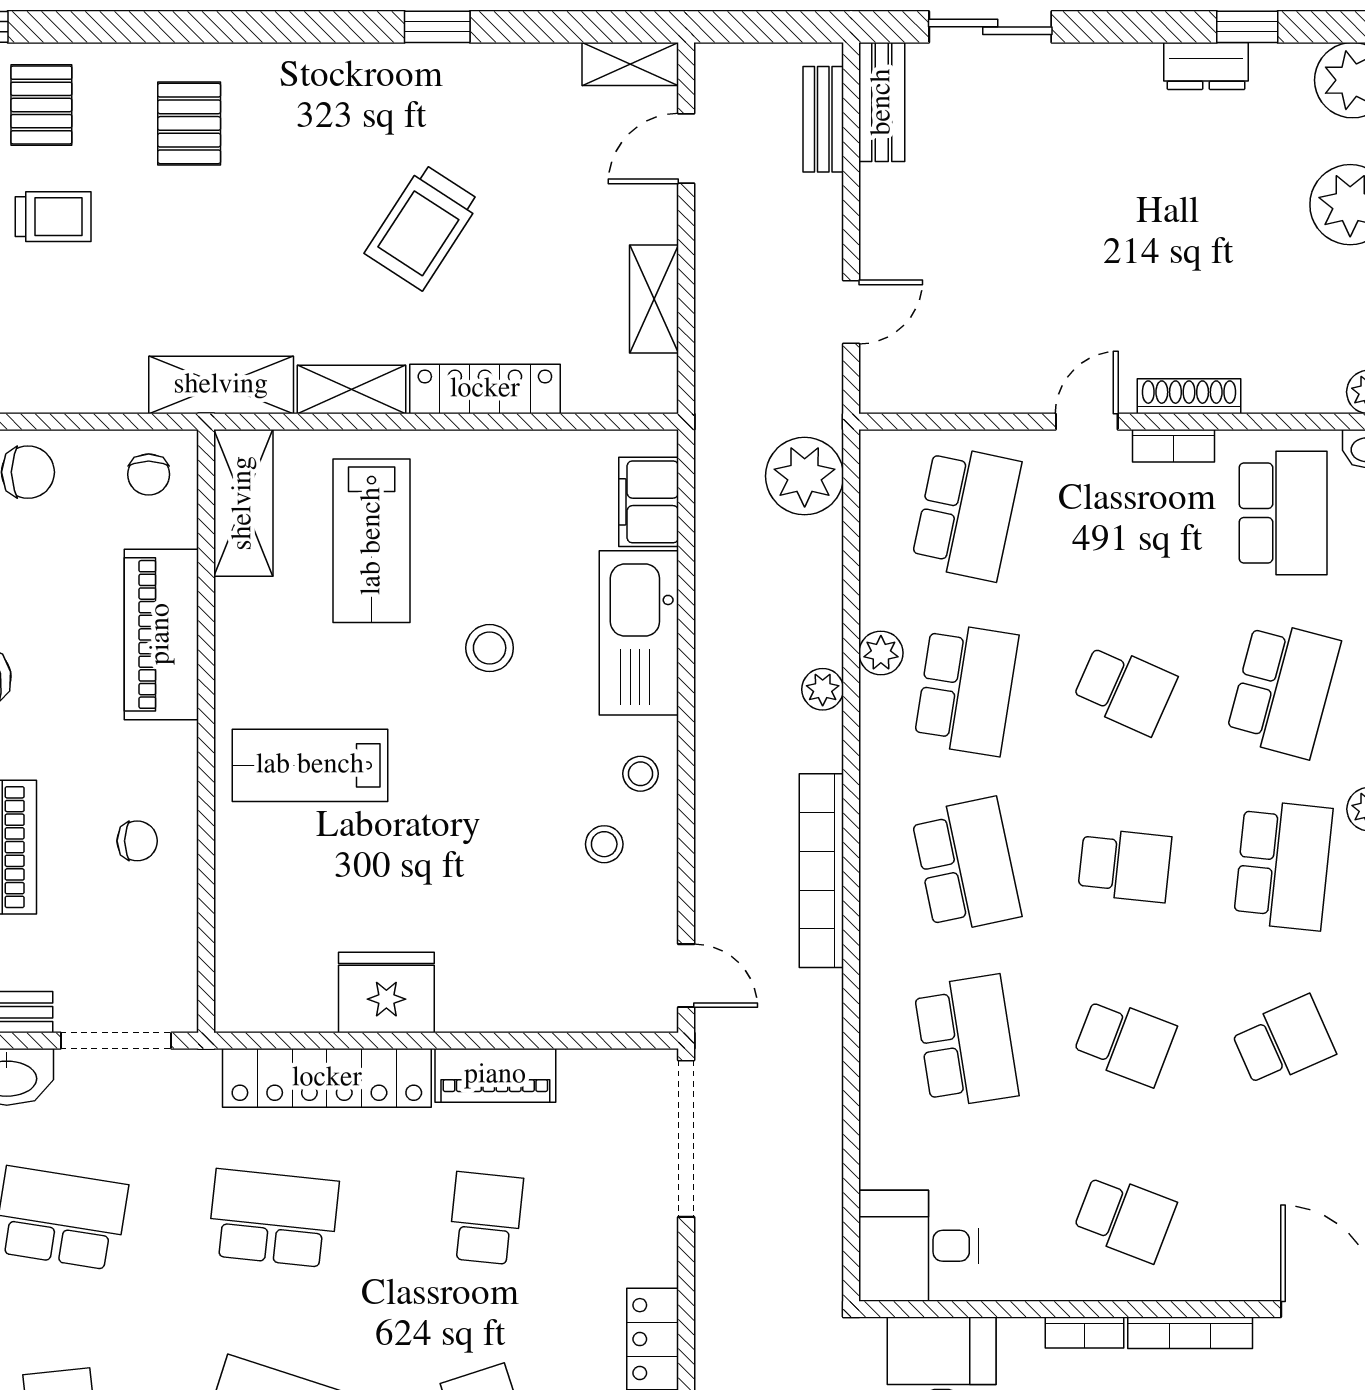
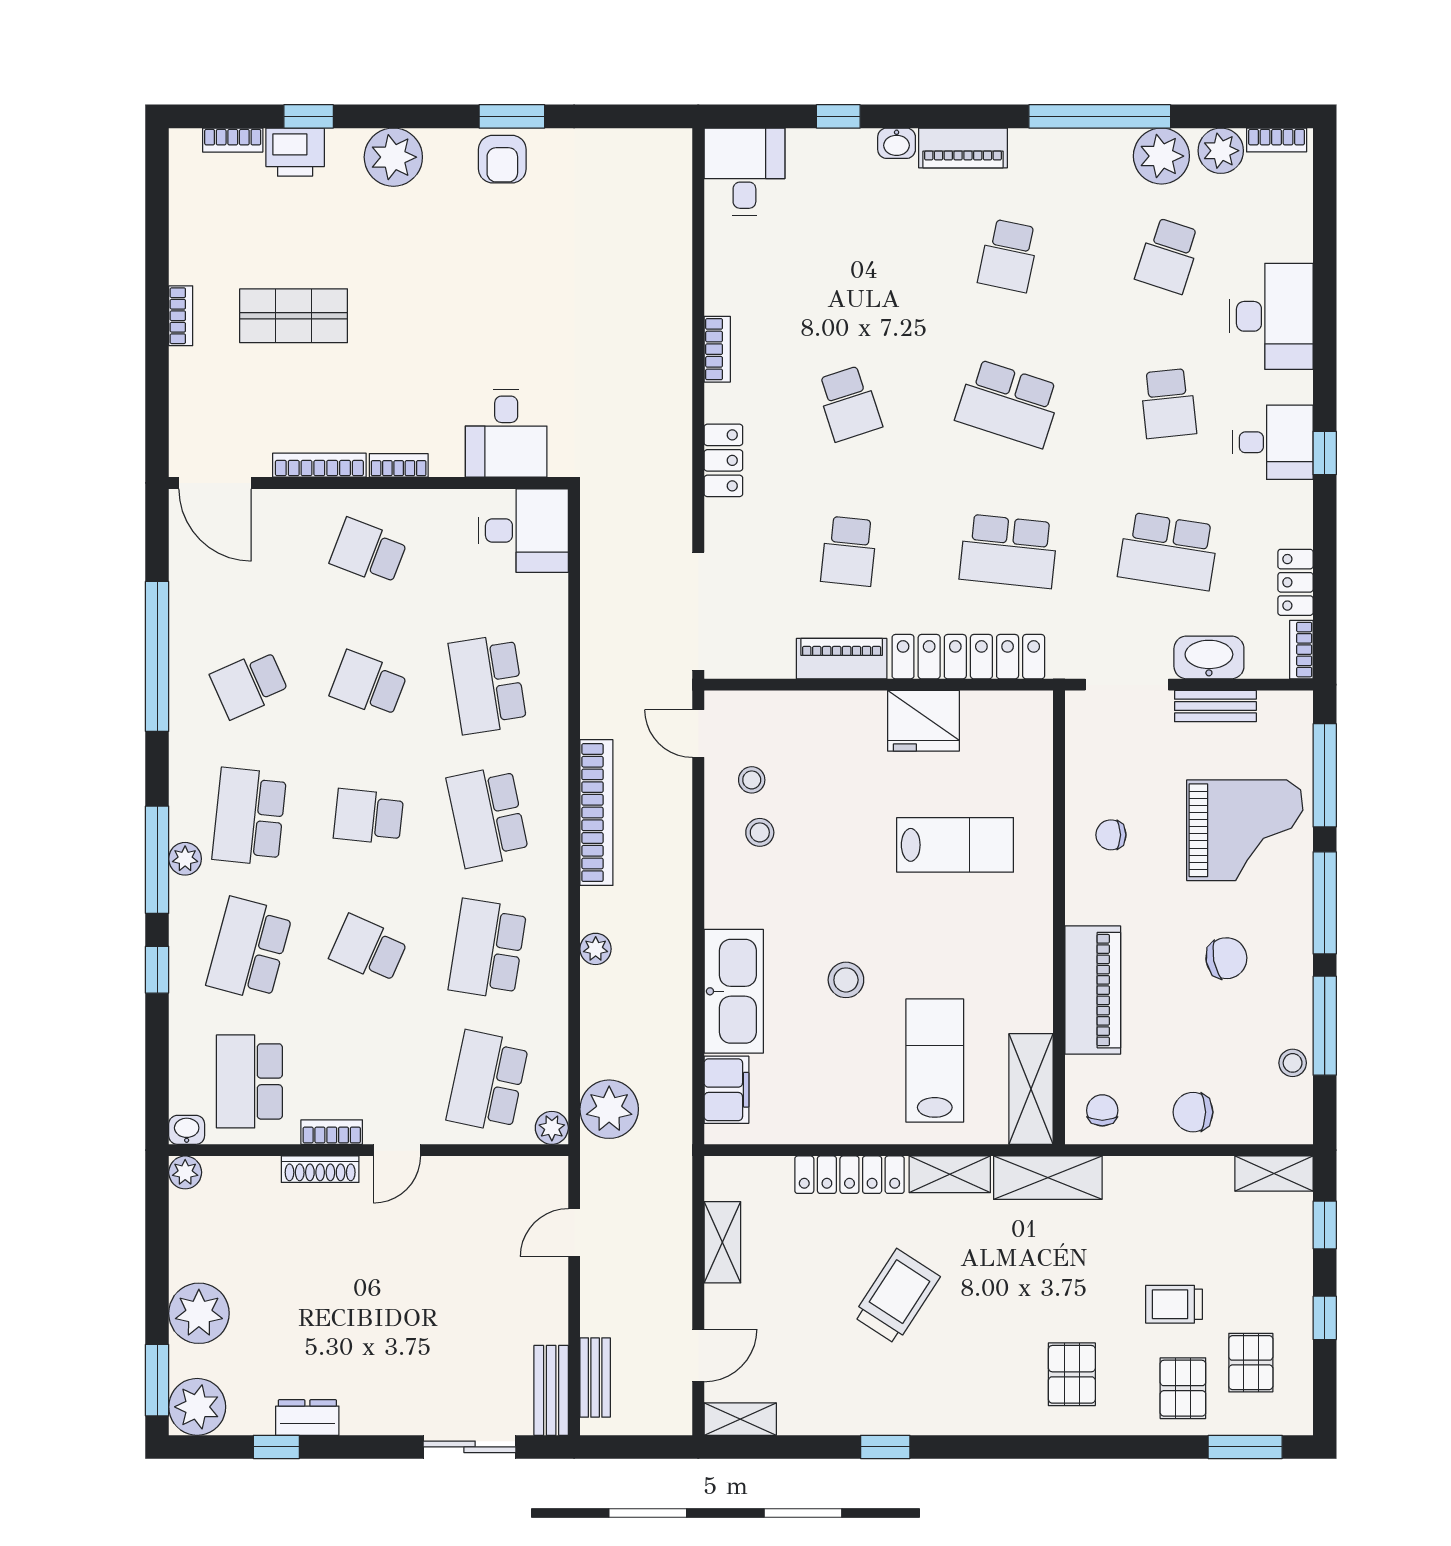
plant: (881, 653) -> (552, 1128), moved
lab bench: (310, 765) -> (955, 845), moved
stool: (640, 774) -> (752, 780), moved

